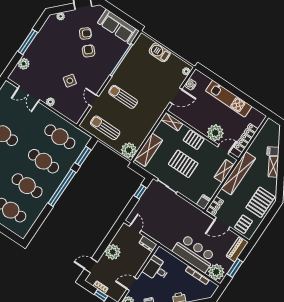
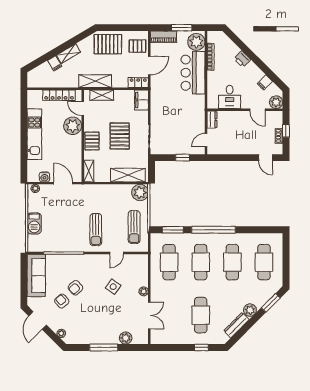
shelving: (238, 173) -> (95, 81), width x0.68
window: (140, 192) -> (183, 158), moved
filing cabinet: (204, 202) -> (141, 100), width x2.00
door: (222, 223) -> (149, 65), hinge flipped
plant: (113, 252) -> (240, 146), removed

